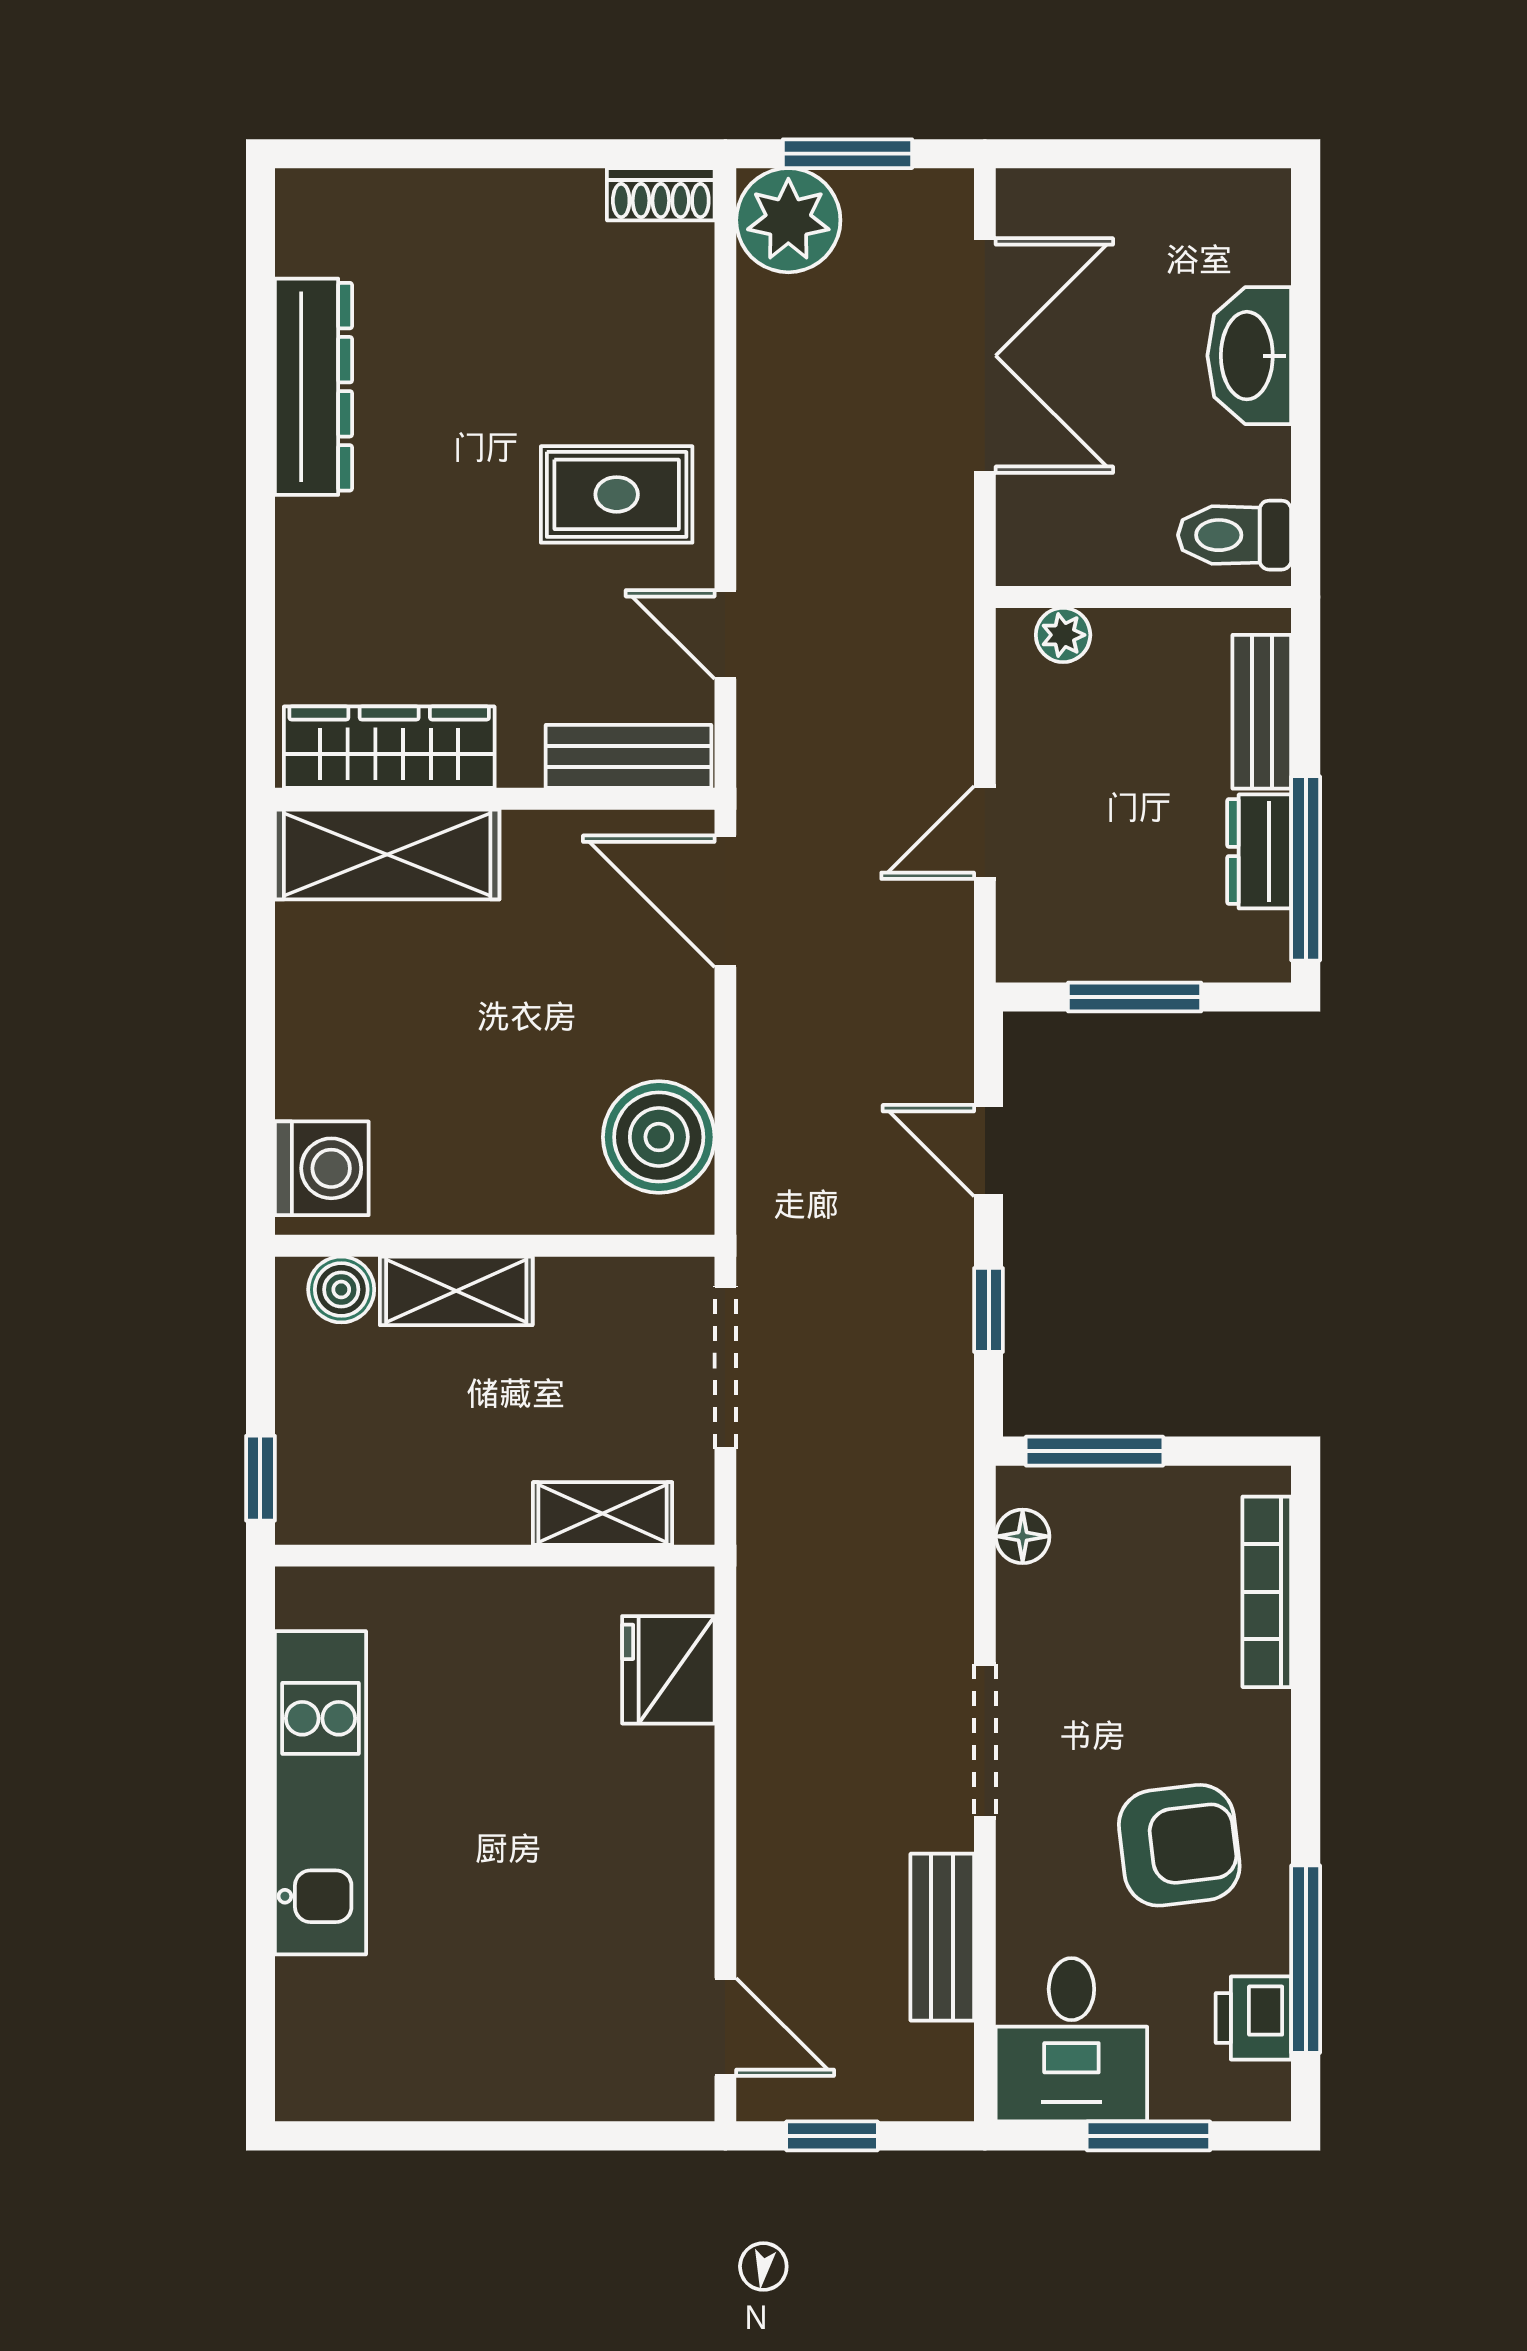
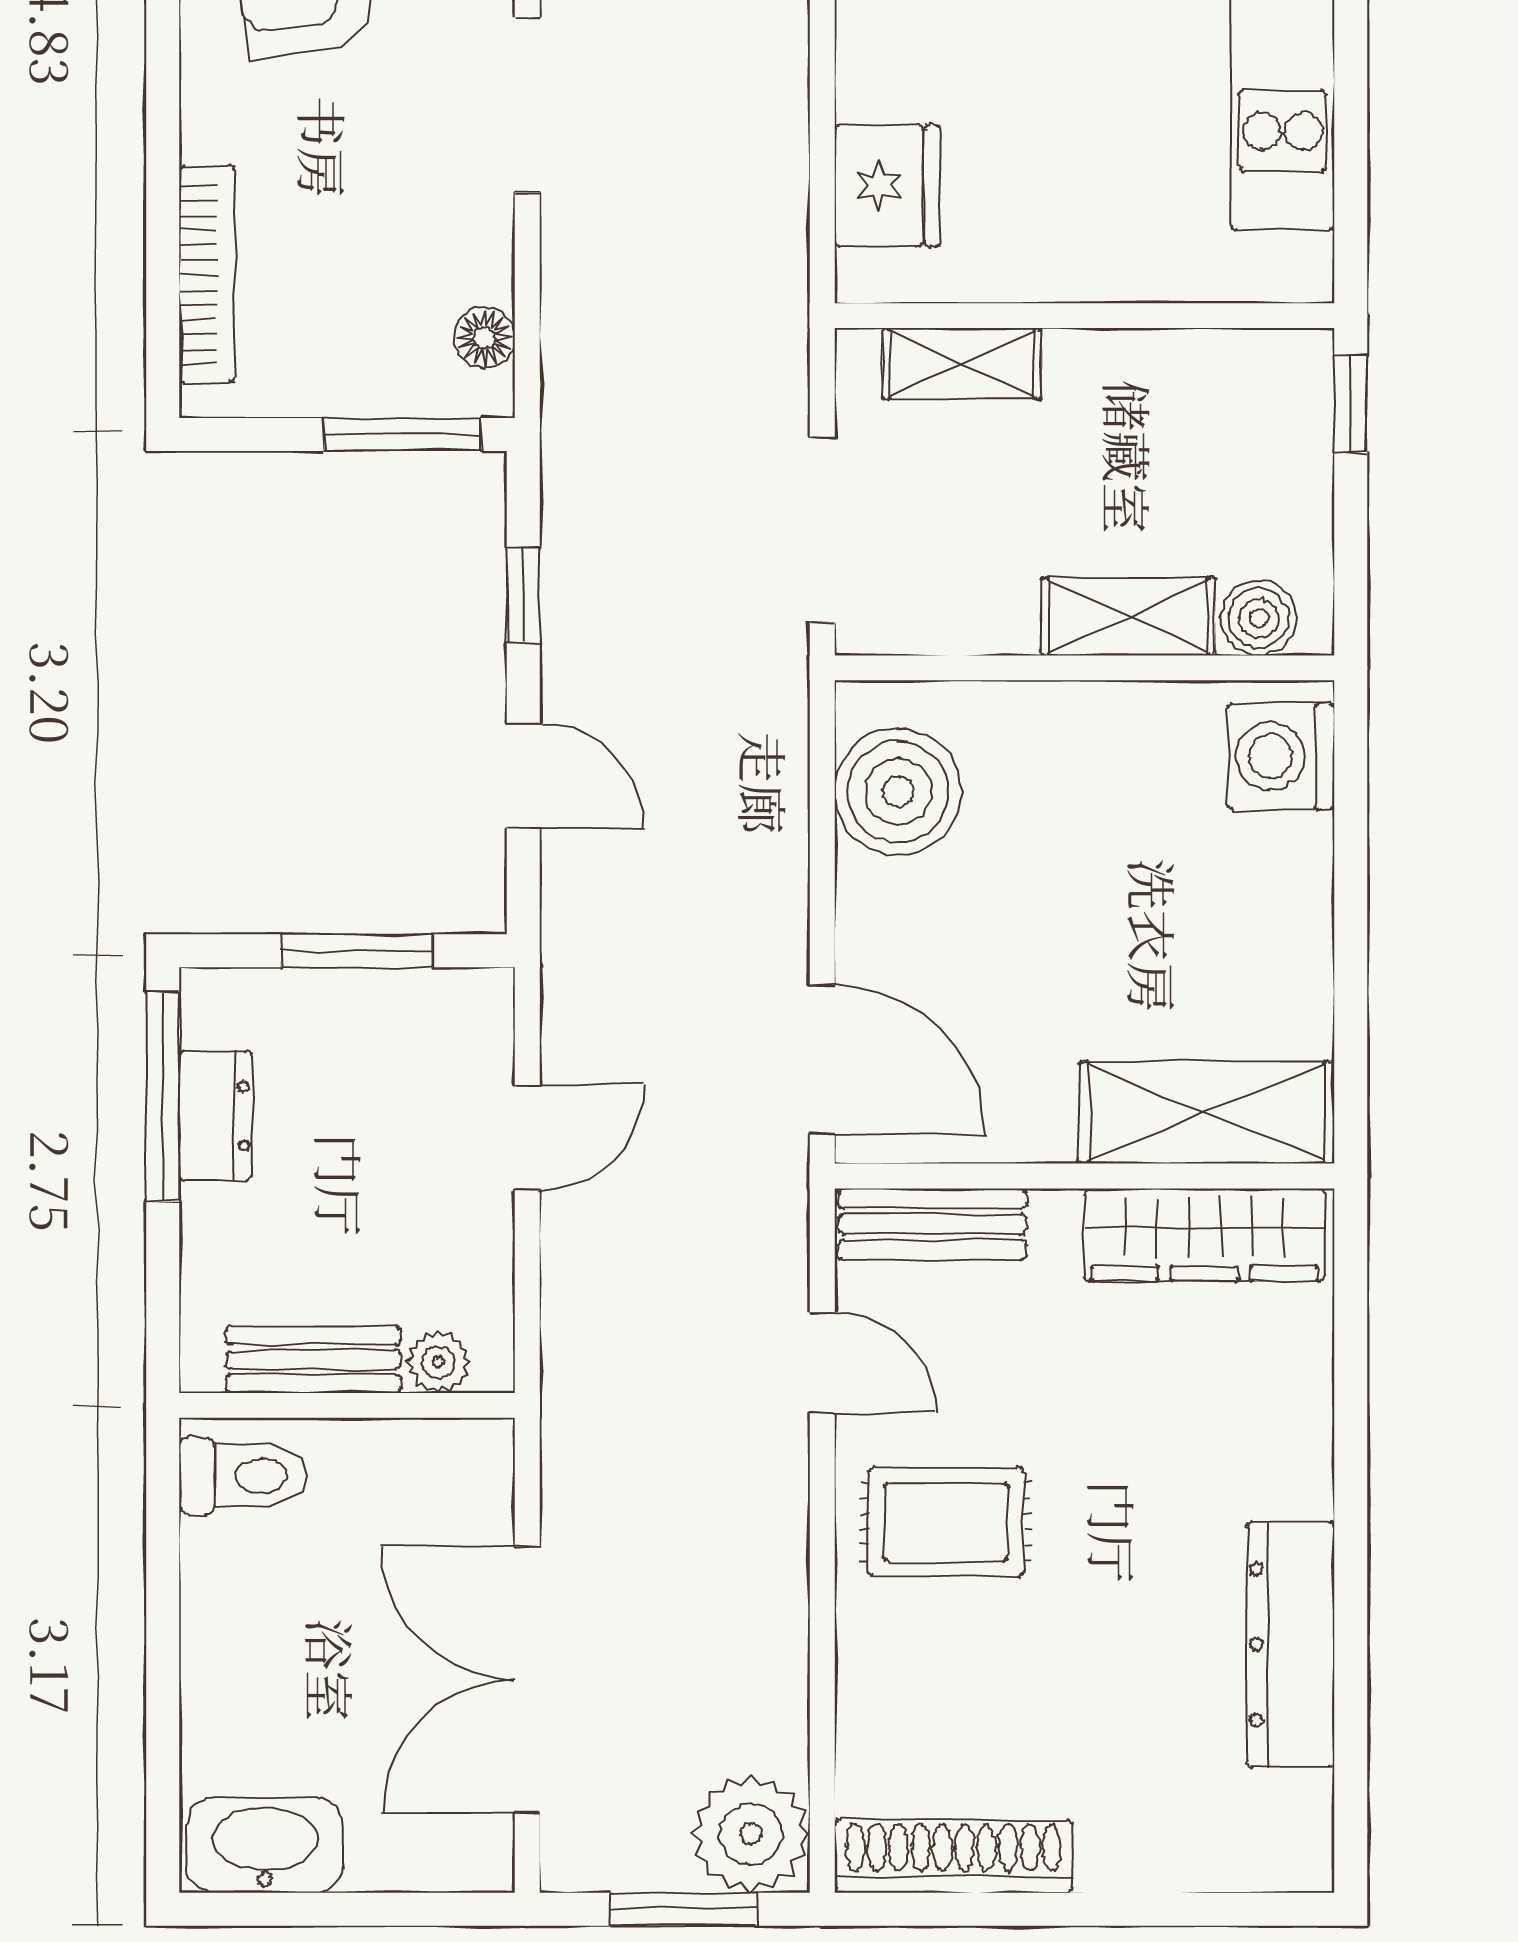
shoe rack: (661, 194) -> (953, 1856), width x1.94, depth x1.24
washbasin: (1249, 356) -> (265, 1845), moved, turned -90
bench: (1262, 712) -> (313, 1360), moved, turned 90

